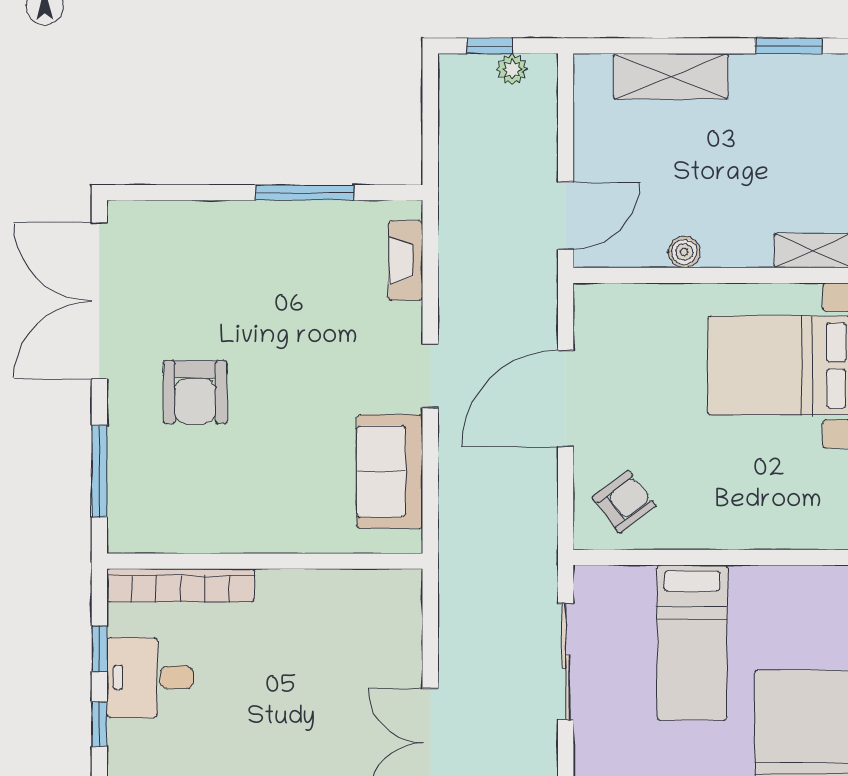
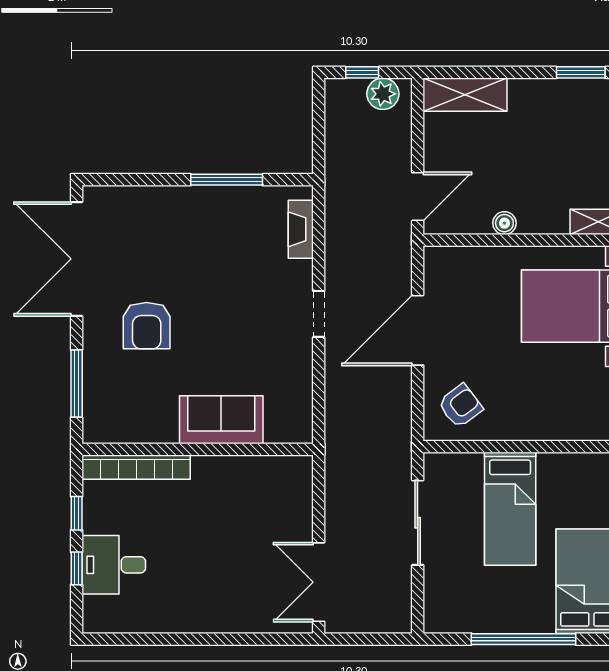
plant: (512, 69) -> (383, 94), width x1.38, depth x1.38
shelving: (671, 76) -> (465, 95), moved
sofa: (390, 471) -> (221, 420), moved, turned 90
desk: (150, 677) -> (114, 565), moved

